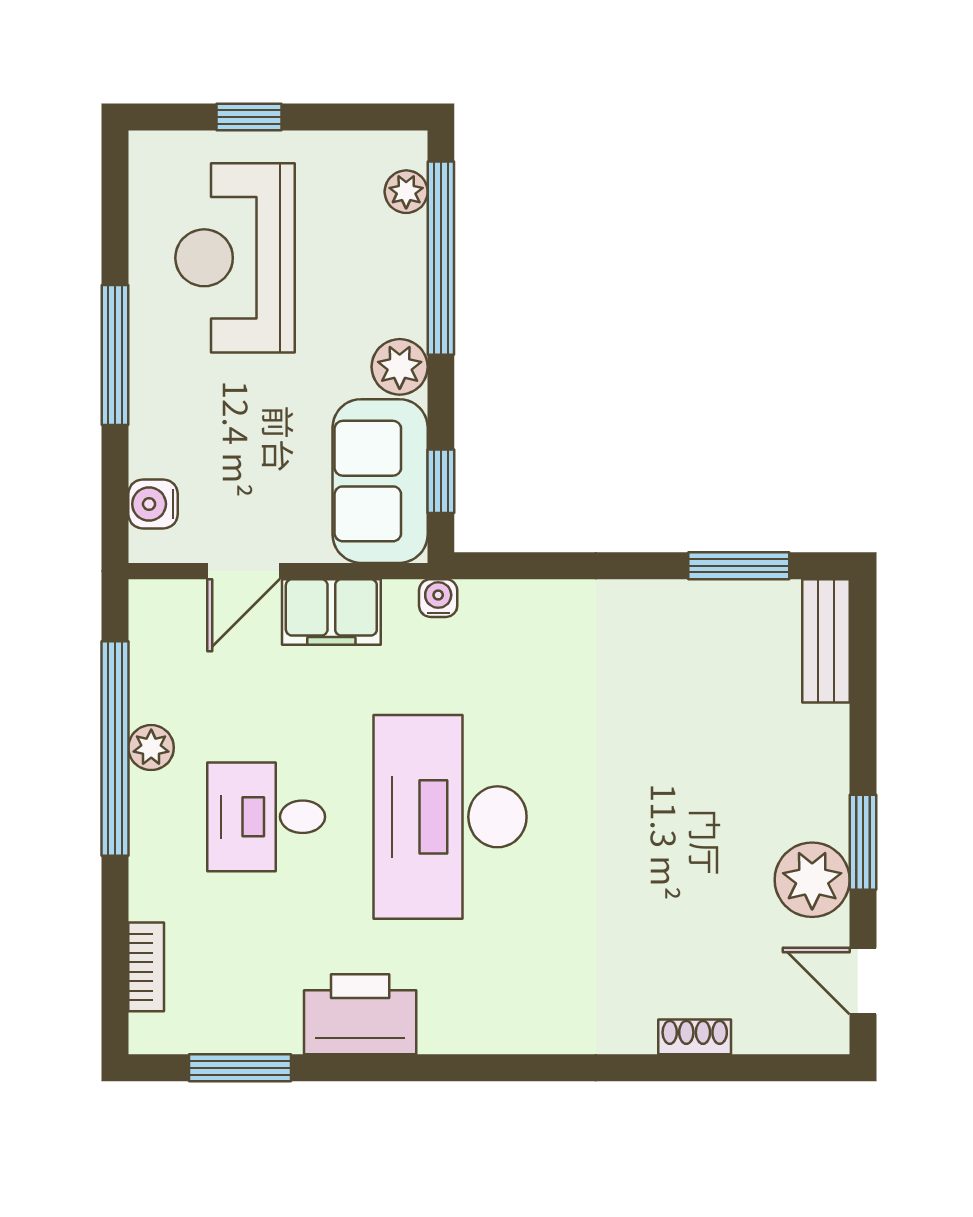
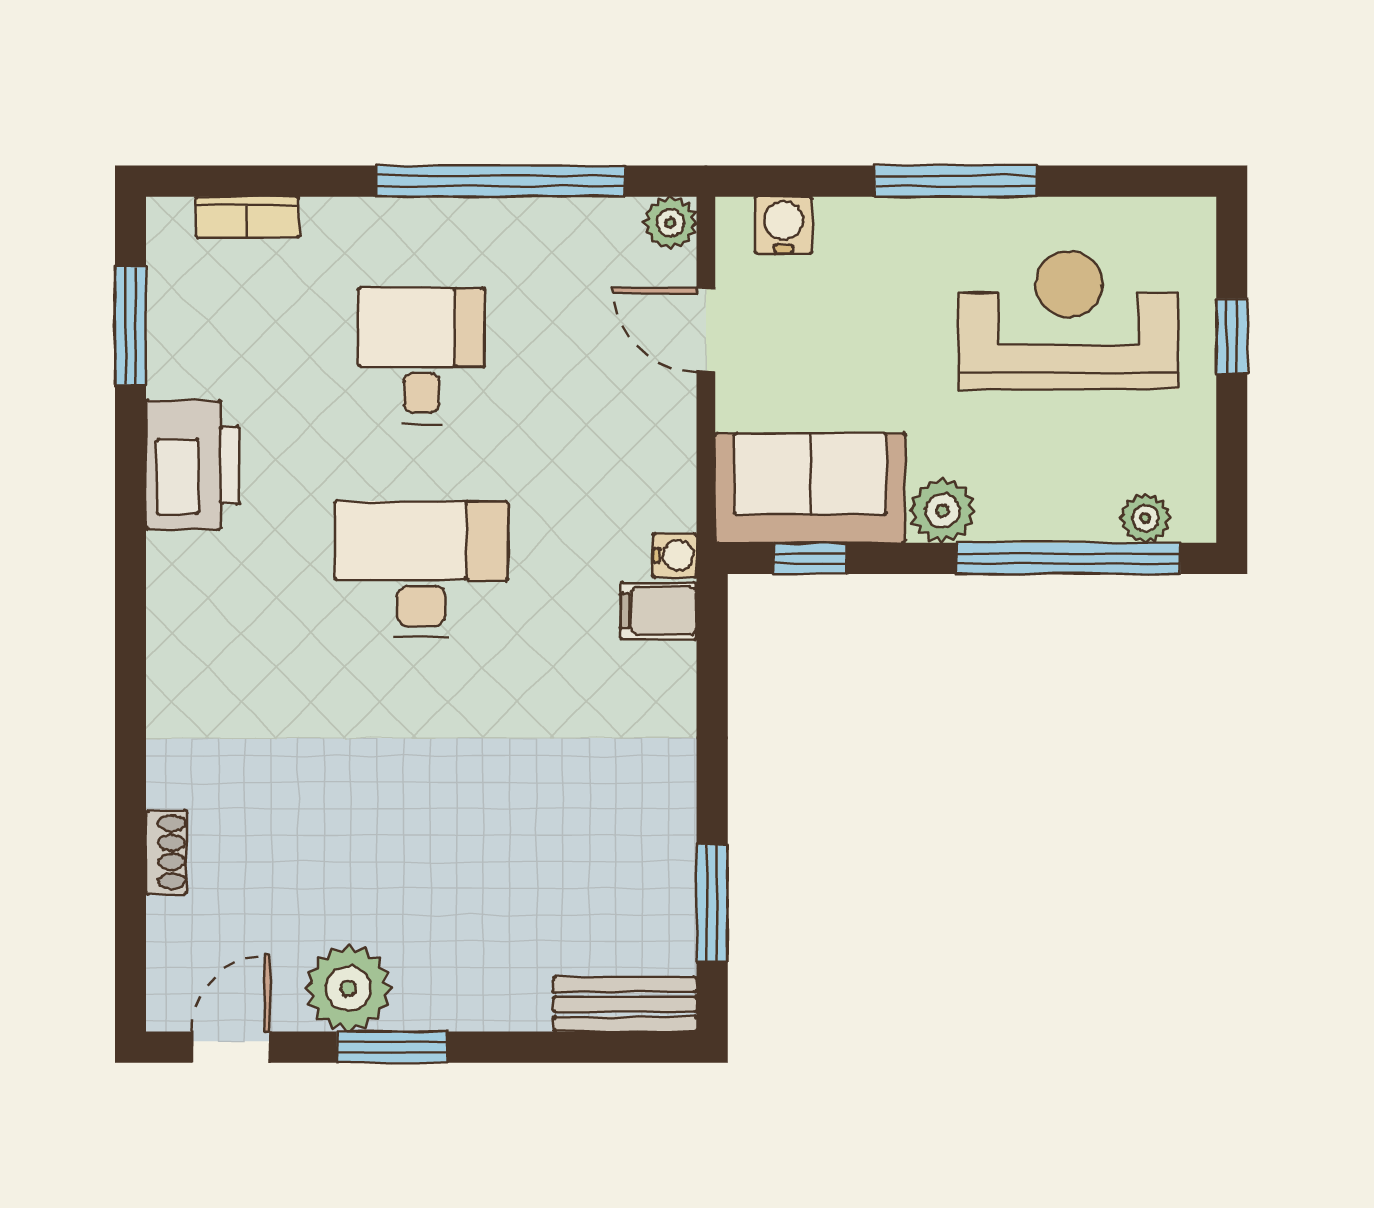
filing cabinet: (331, 612) -> (659, 611), moved, width x0.50
plant: (151, 748) -> (670, 223), moved
desk: (450, 817) -> (421, 569), width x0.73, depth x0.77

